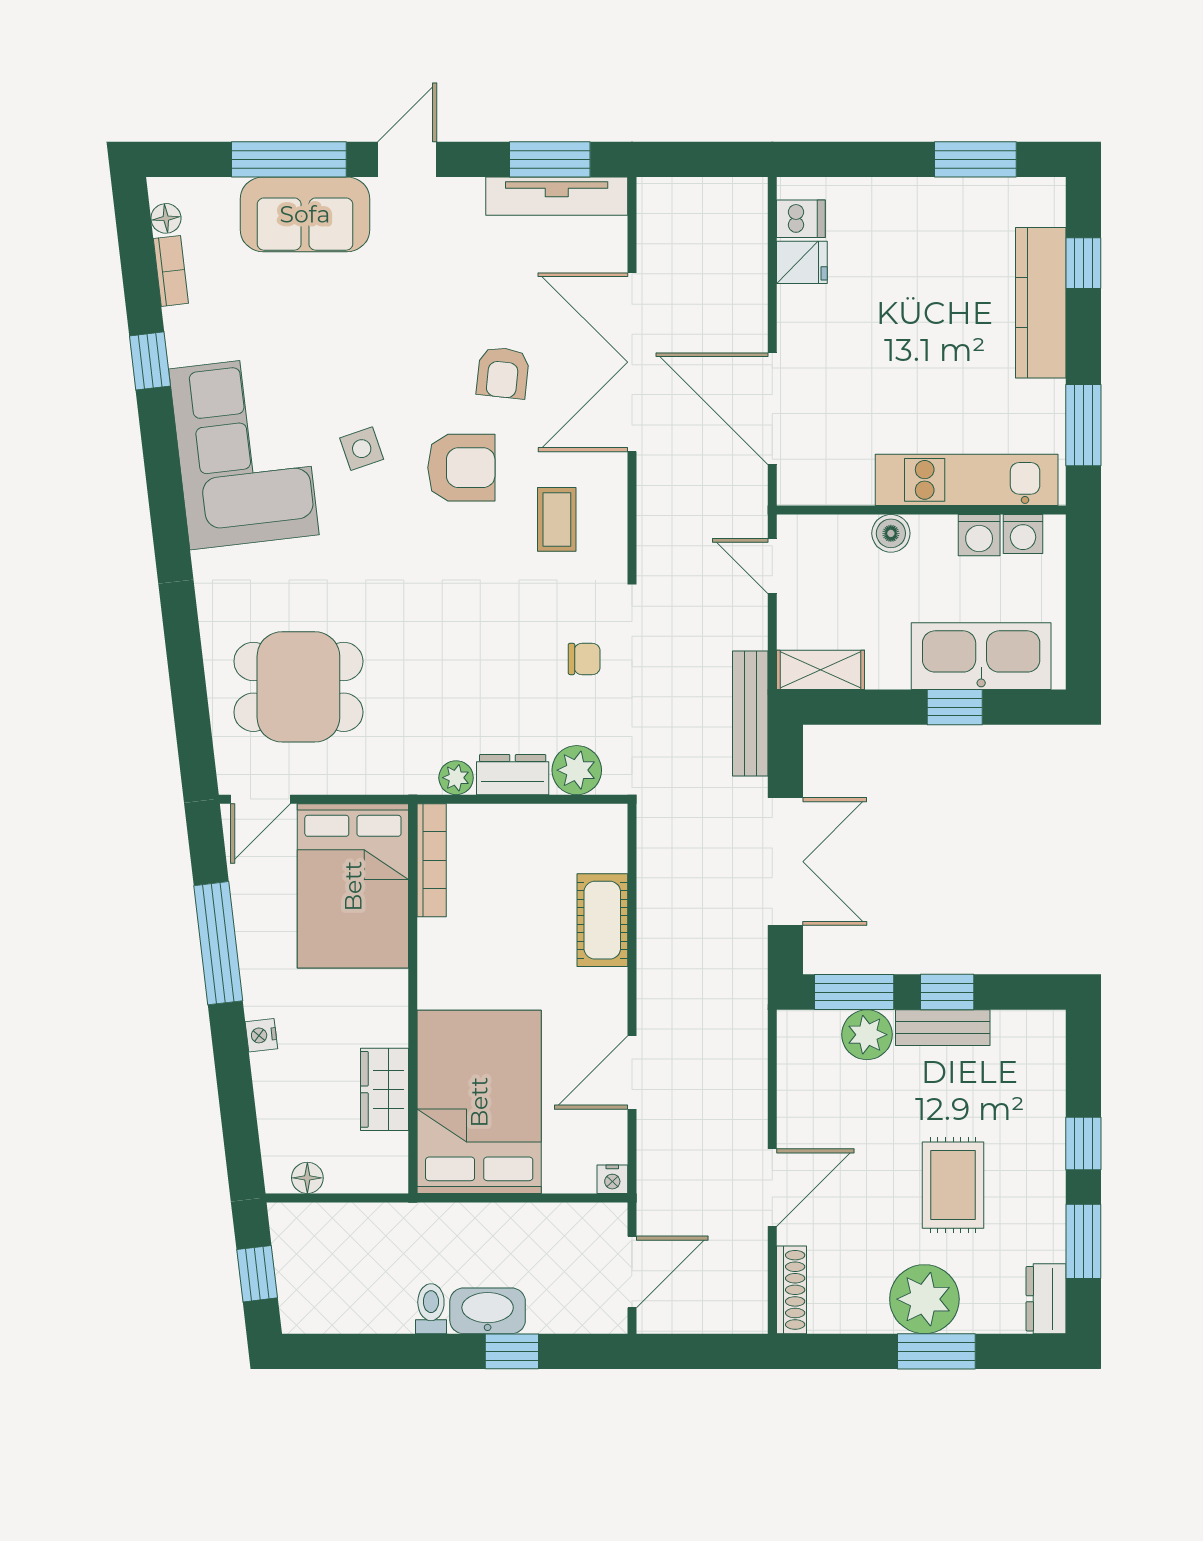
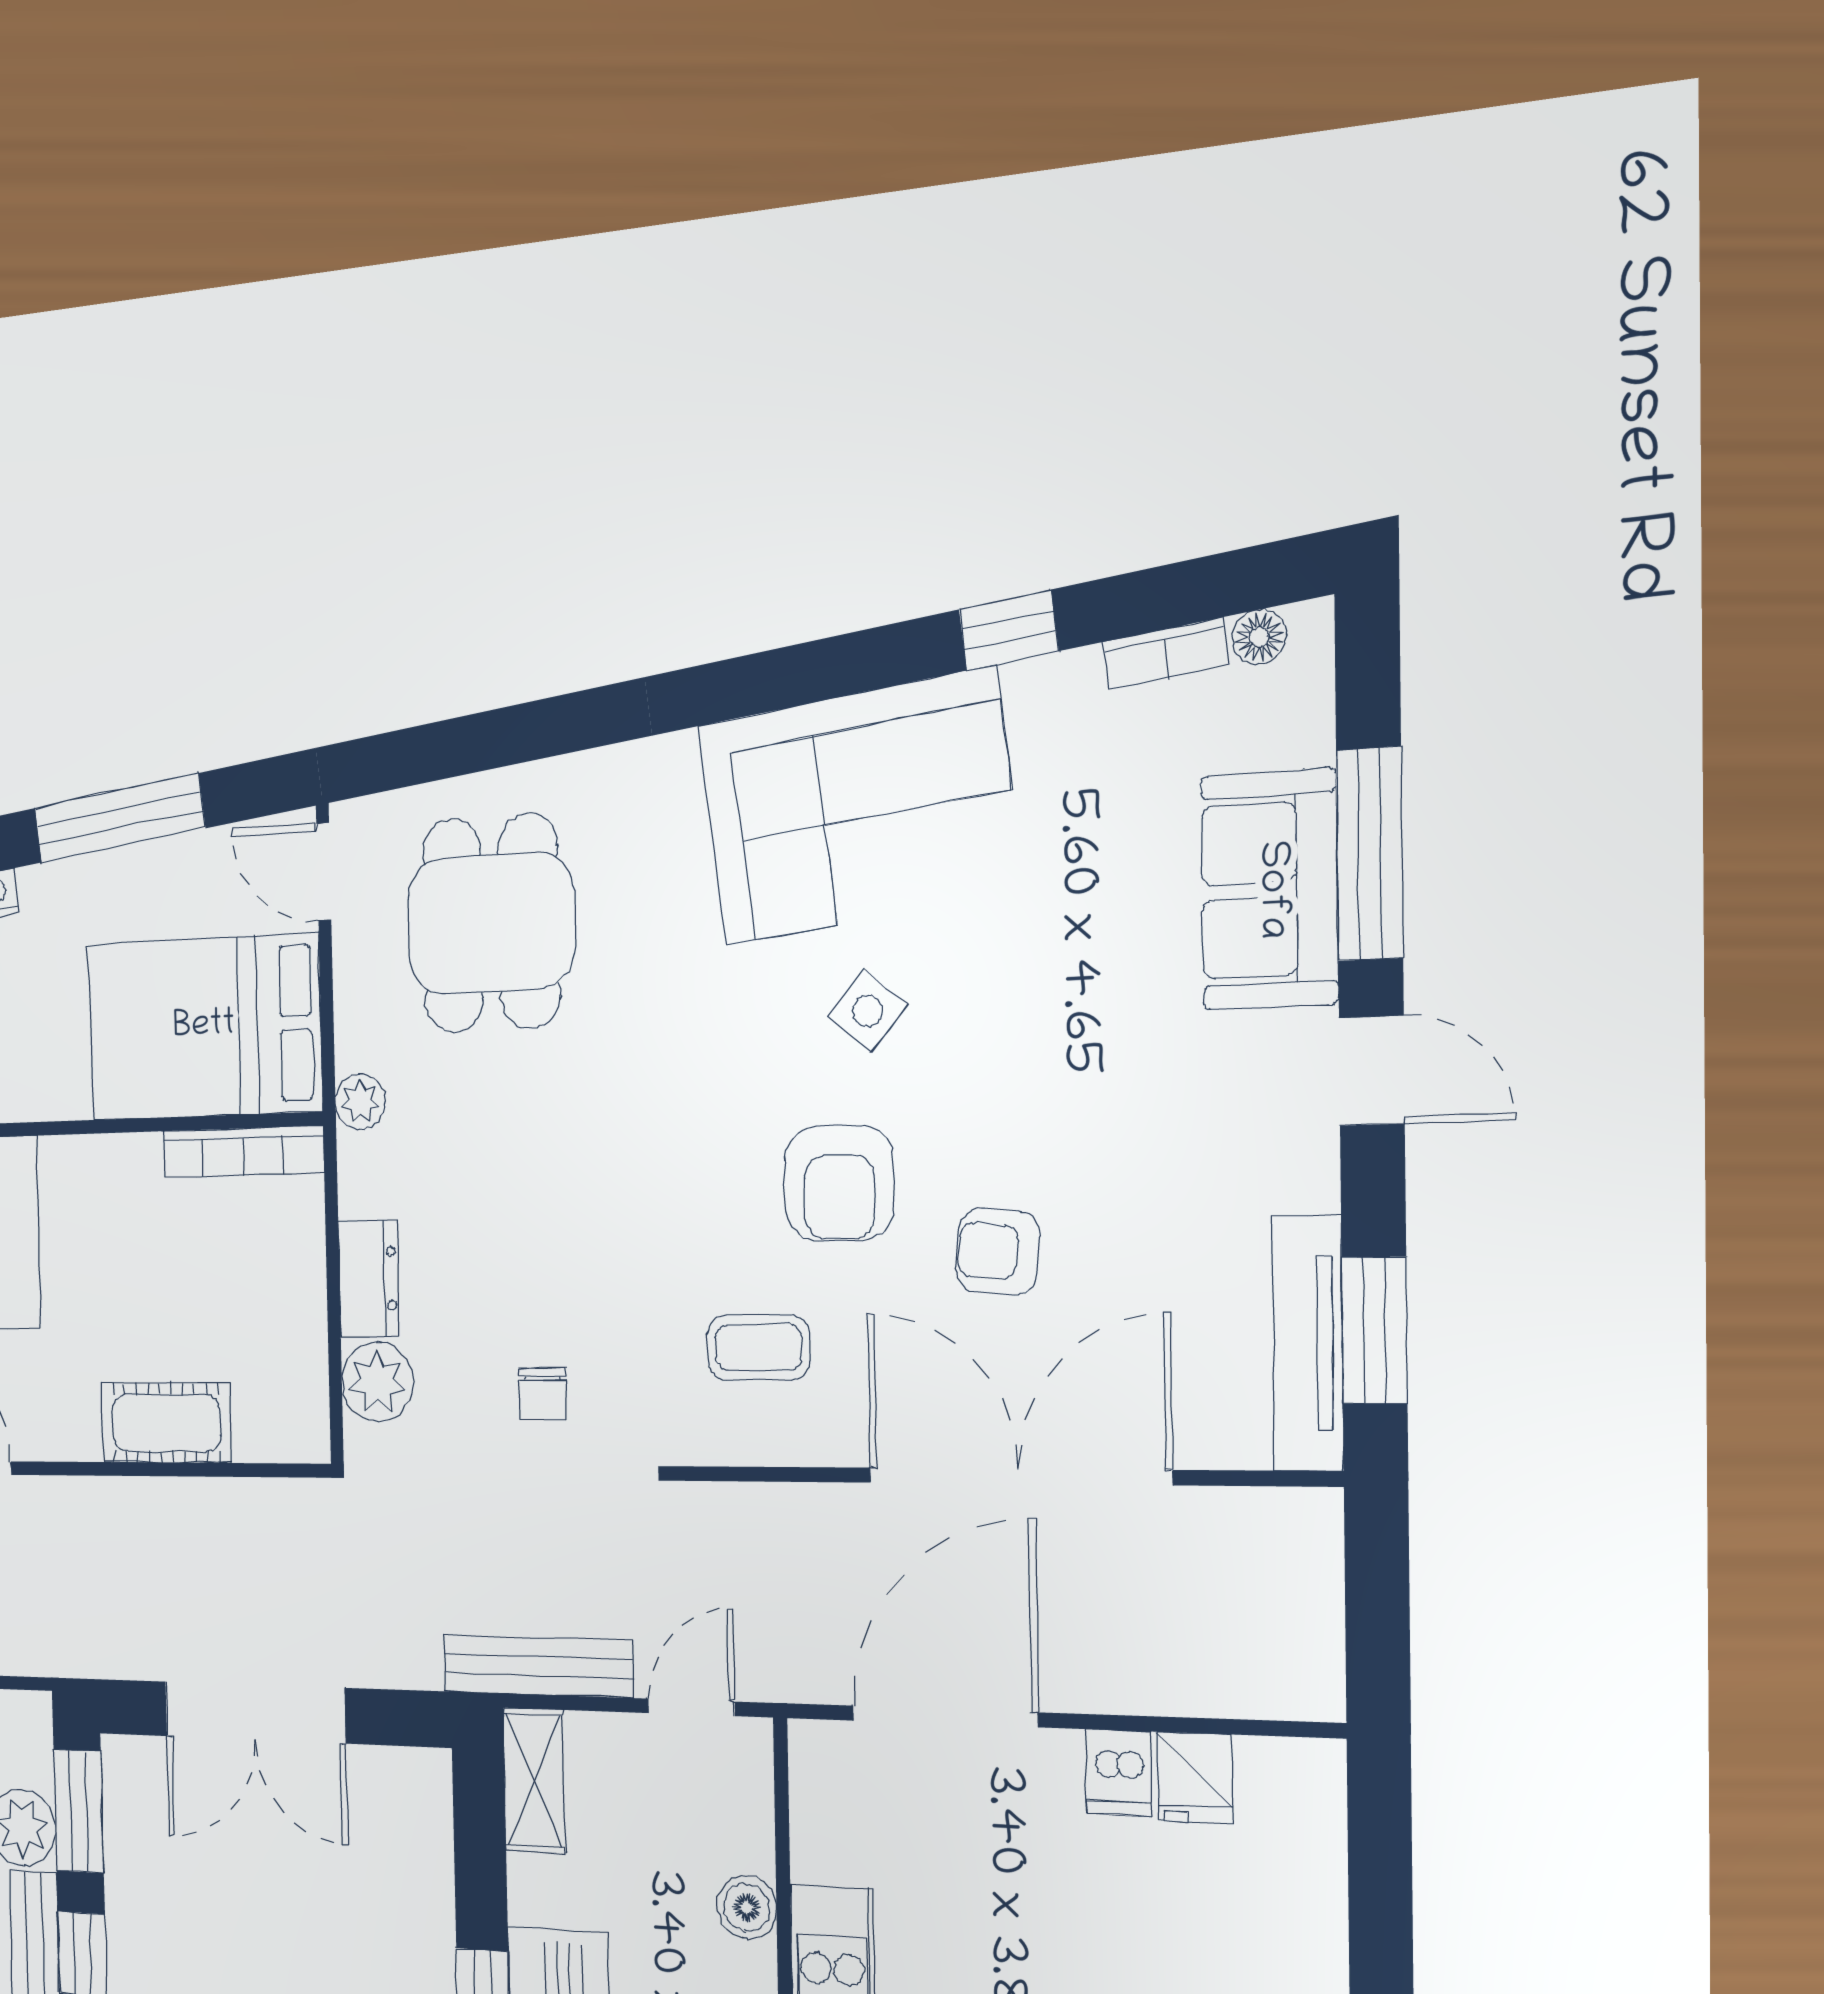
dishwasher: (801, 219) -> (1119, 1773), moved
side table: (362, 449) -> (867, 1011), turned -31
bench: (750, 713) -> (538, 1666), moved
plant: (456, 778) -> (360, 1102), moved

